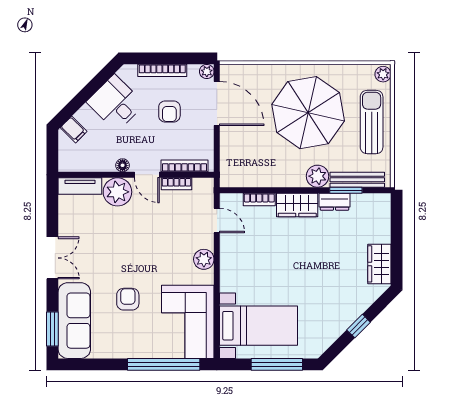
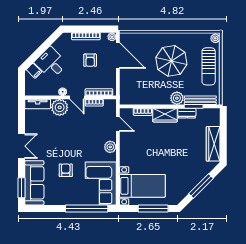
desk: (116, 103) -> (51, 63), moved
parasol: (308, 113) -> (171, 61), width x0.73, depth x0.73
sun lounger: (372, 122) -> (209, 66), turned 180
wardrobe: (379, 264) -> (213, 144), width x1.50
window: (359, 326) -> (201, 186), width x2.17

